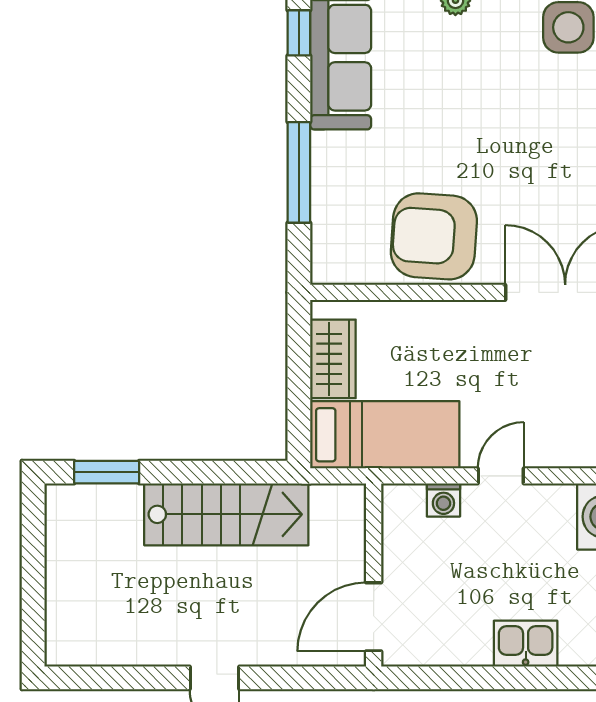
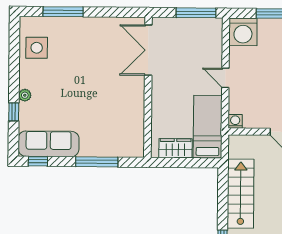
armchair: (434, 236) -> (124, 105), removed
washing machine: (443, 500) -> (235, 121), moved, turned -90

